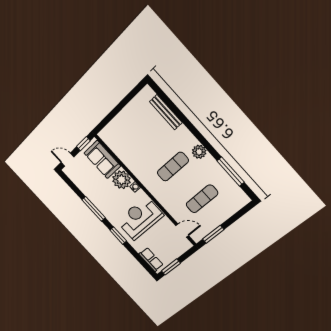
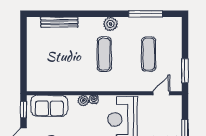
plant: (121, 180) -> (83, 101), width x0.53, depth x0.53

